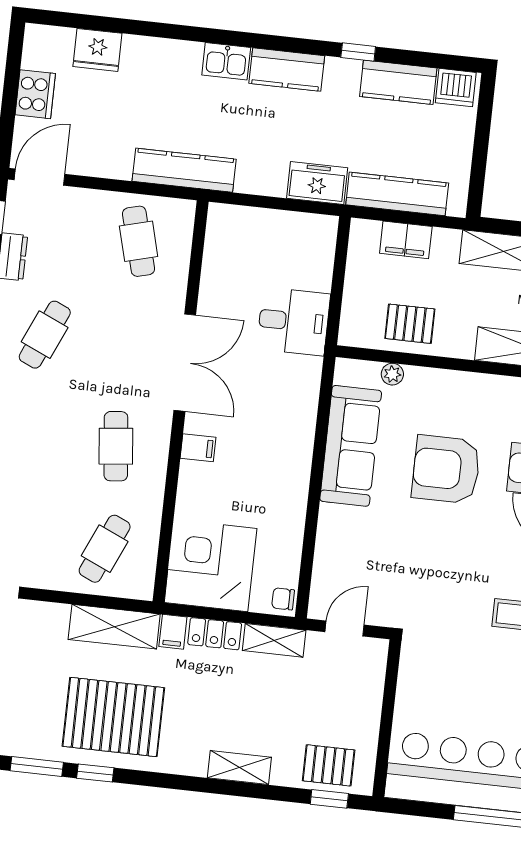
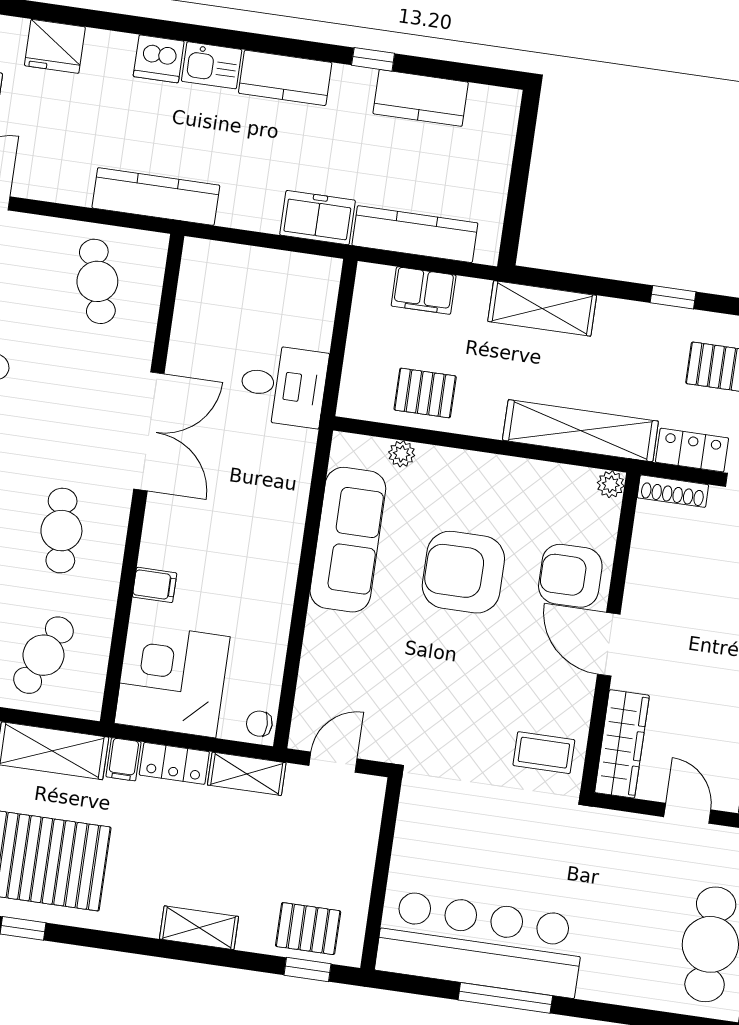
dishwasher: (456, 88) -> (159, 59), moved
filing cabinet: (198, 448) -> (155, 585), moved

